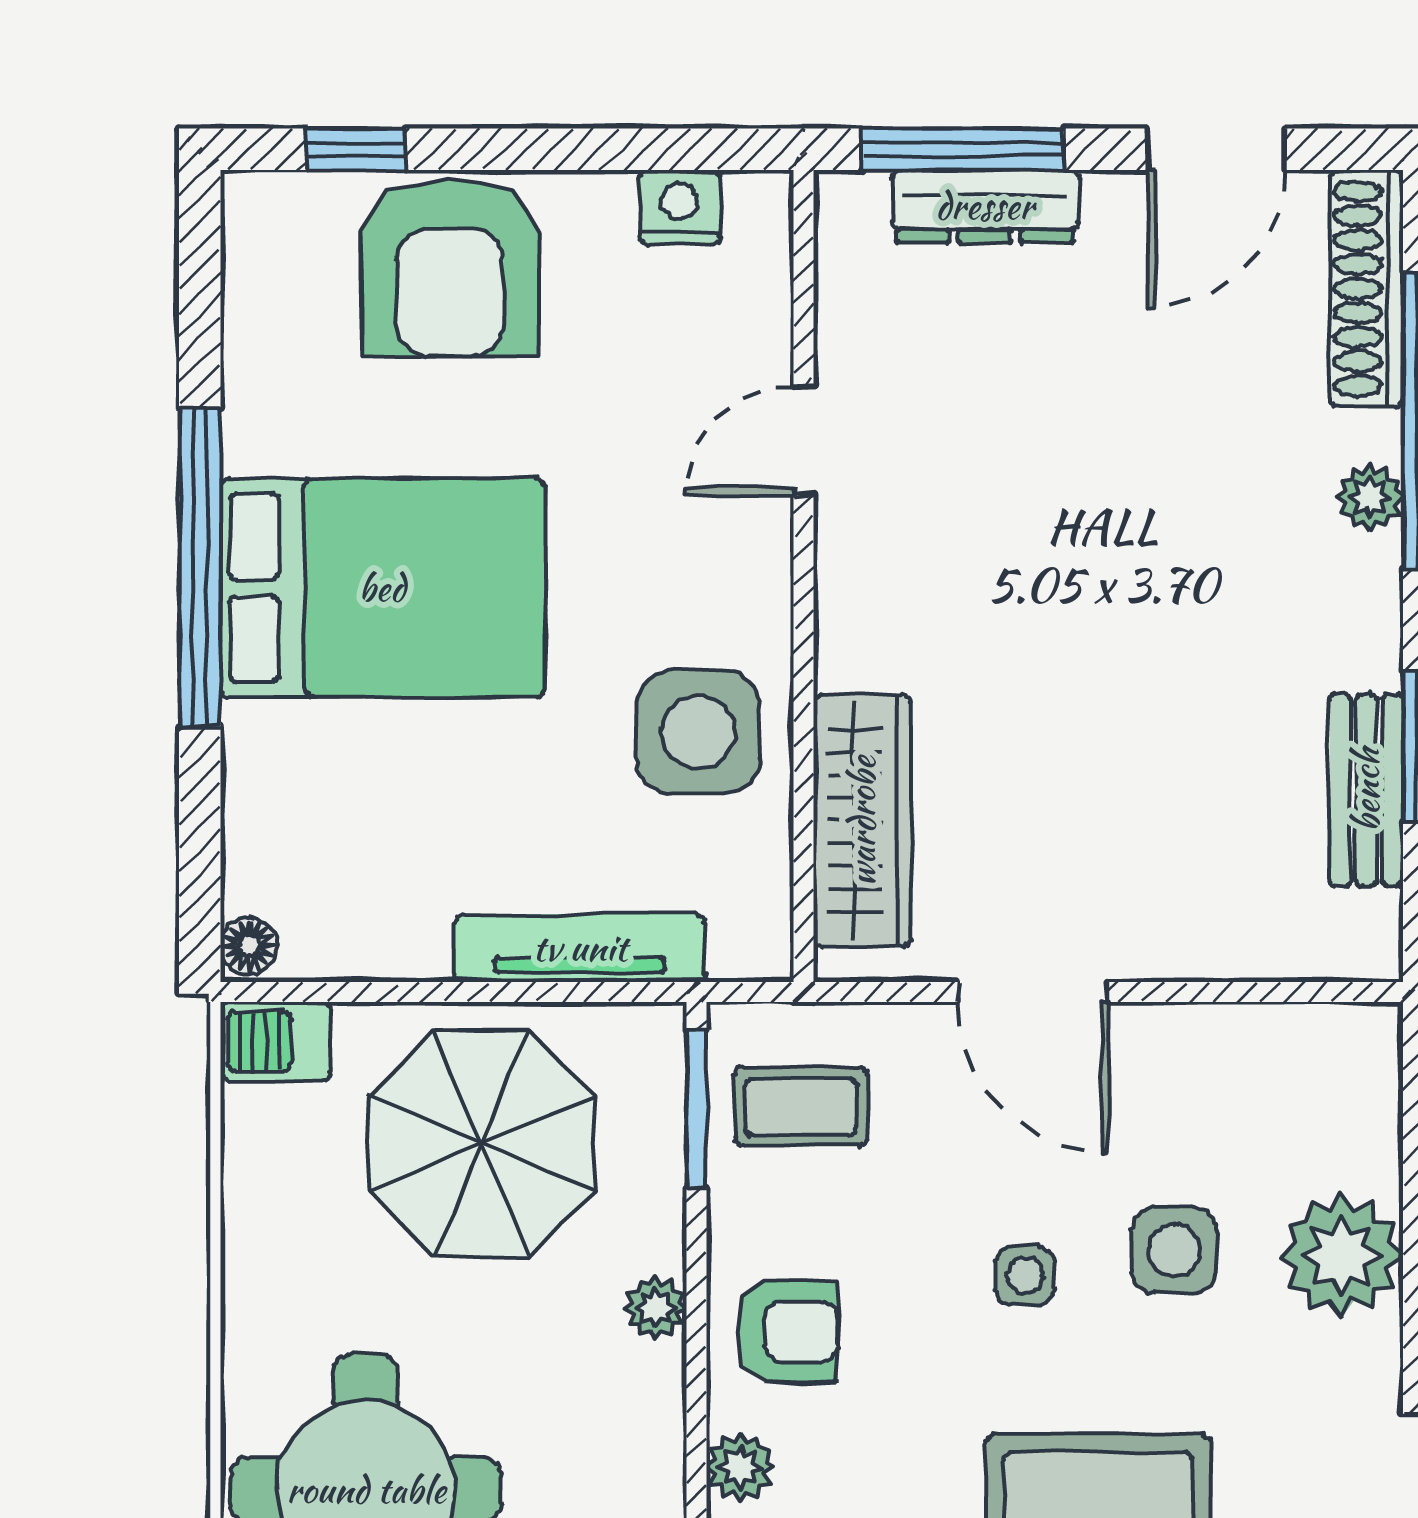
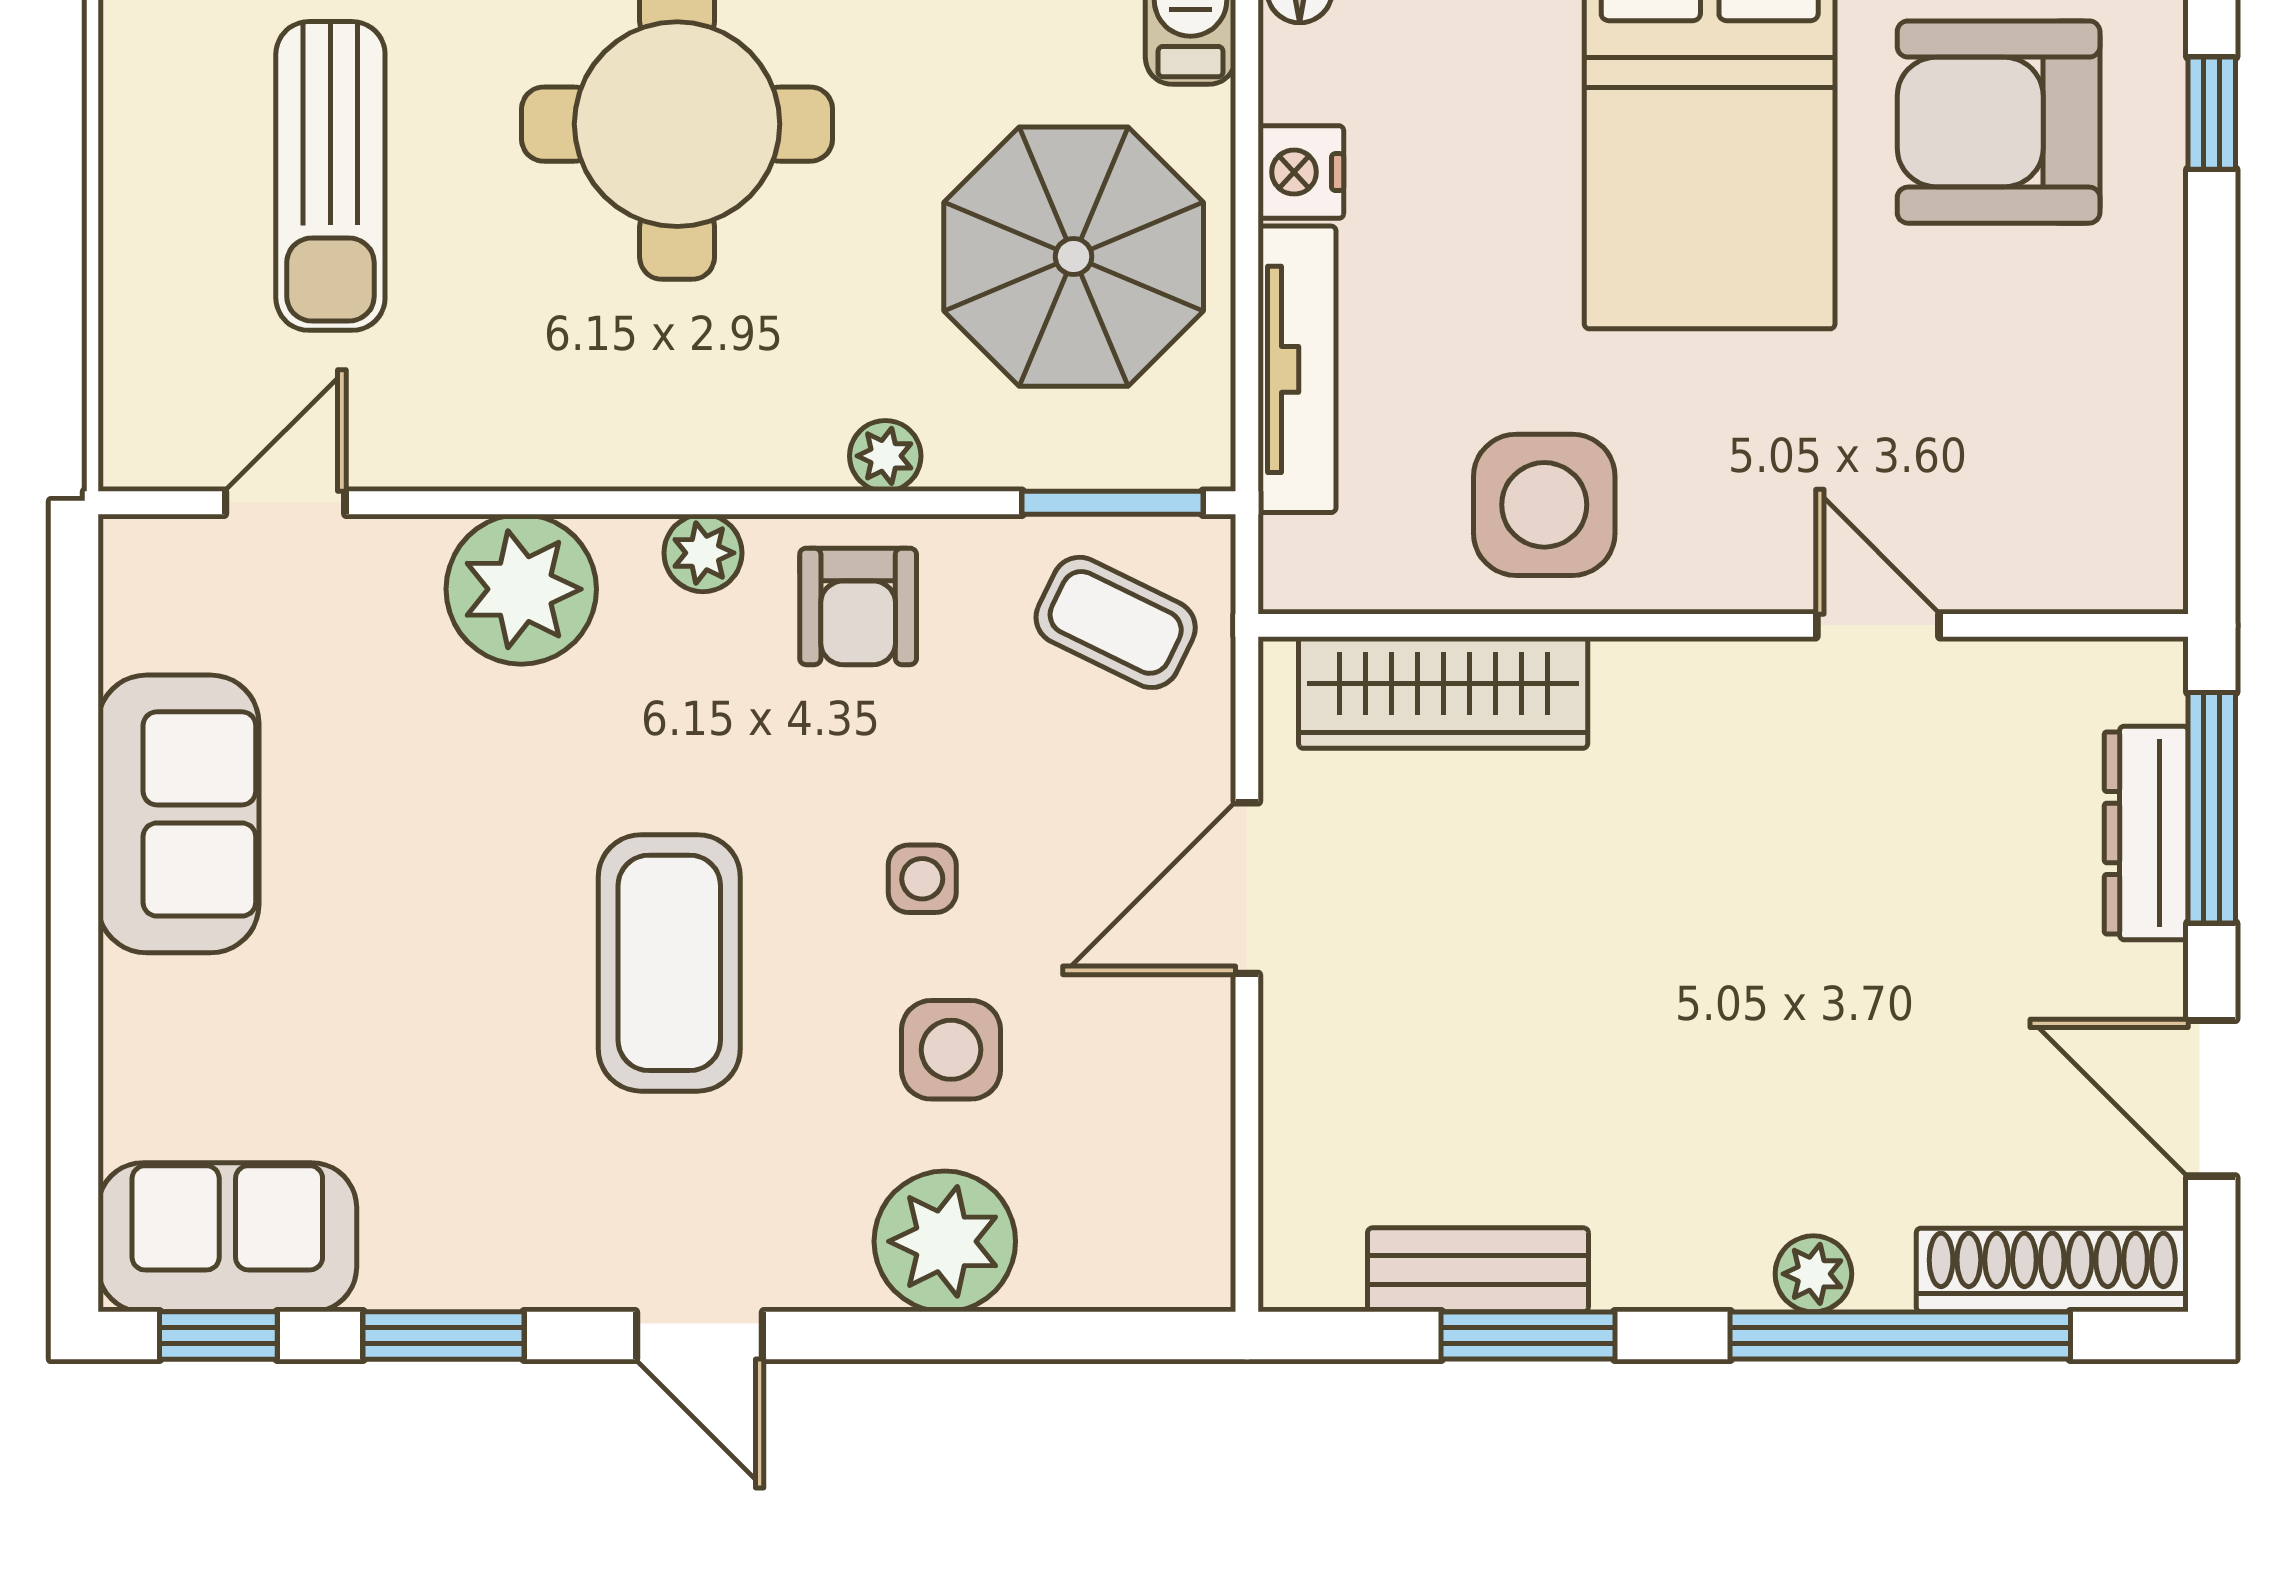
nightstand: (680, 207) -> (1301, 172), moved, turned 180
armchair: (450, 268) -> (1999, 122), moved
coffee table: (801, 1107) -> (1116, 622), turned -64

